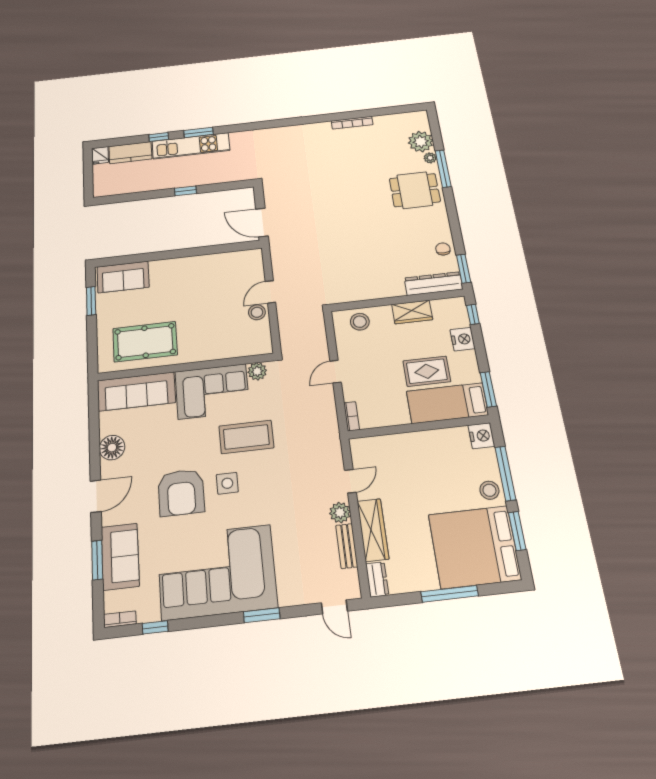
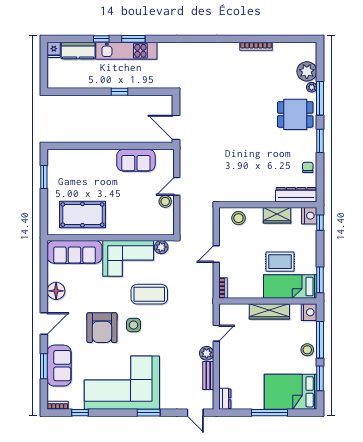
window: (464, 269) -> (320, 141), moved
sofa: (123, 277) -> (136, 160), moved
nightstand: (463, 339) -> (309, 216), moved
wardrobe: (373, 530) -> (269, 311), moved, turned 90
bed: (475, 547) -> (291, 392), width x0.73

